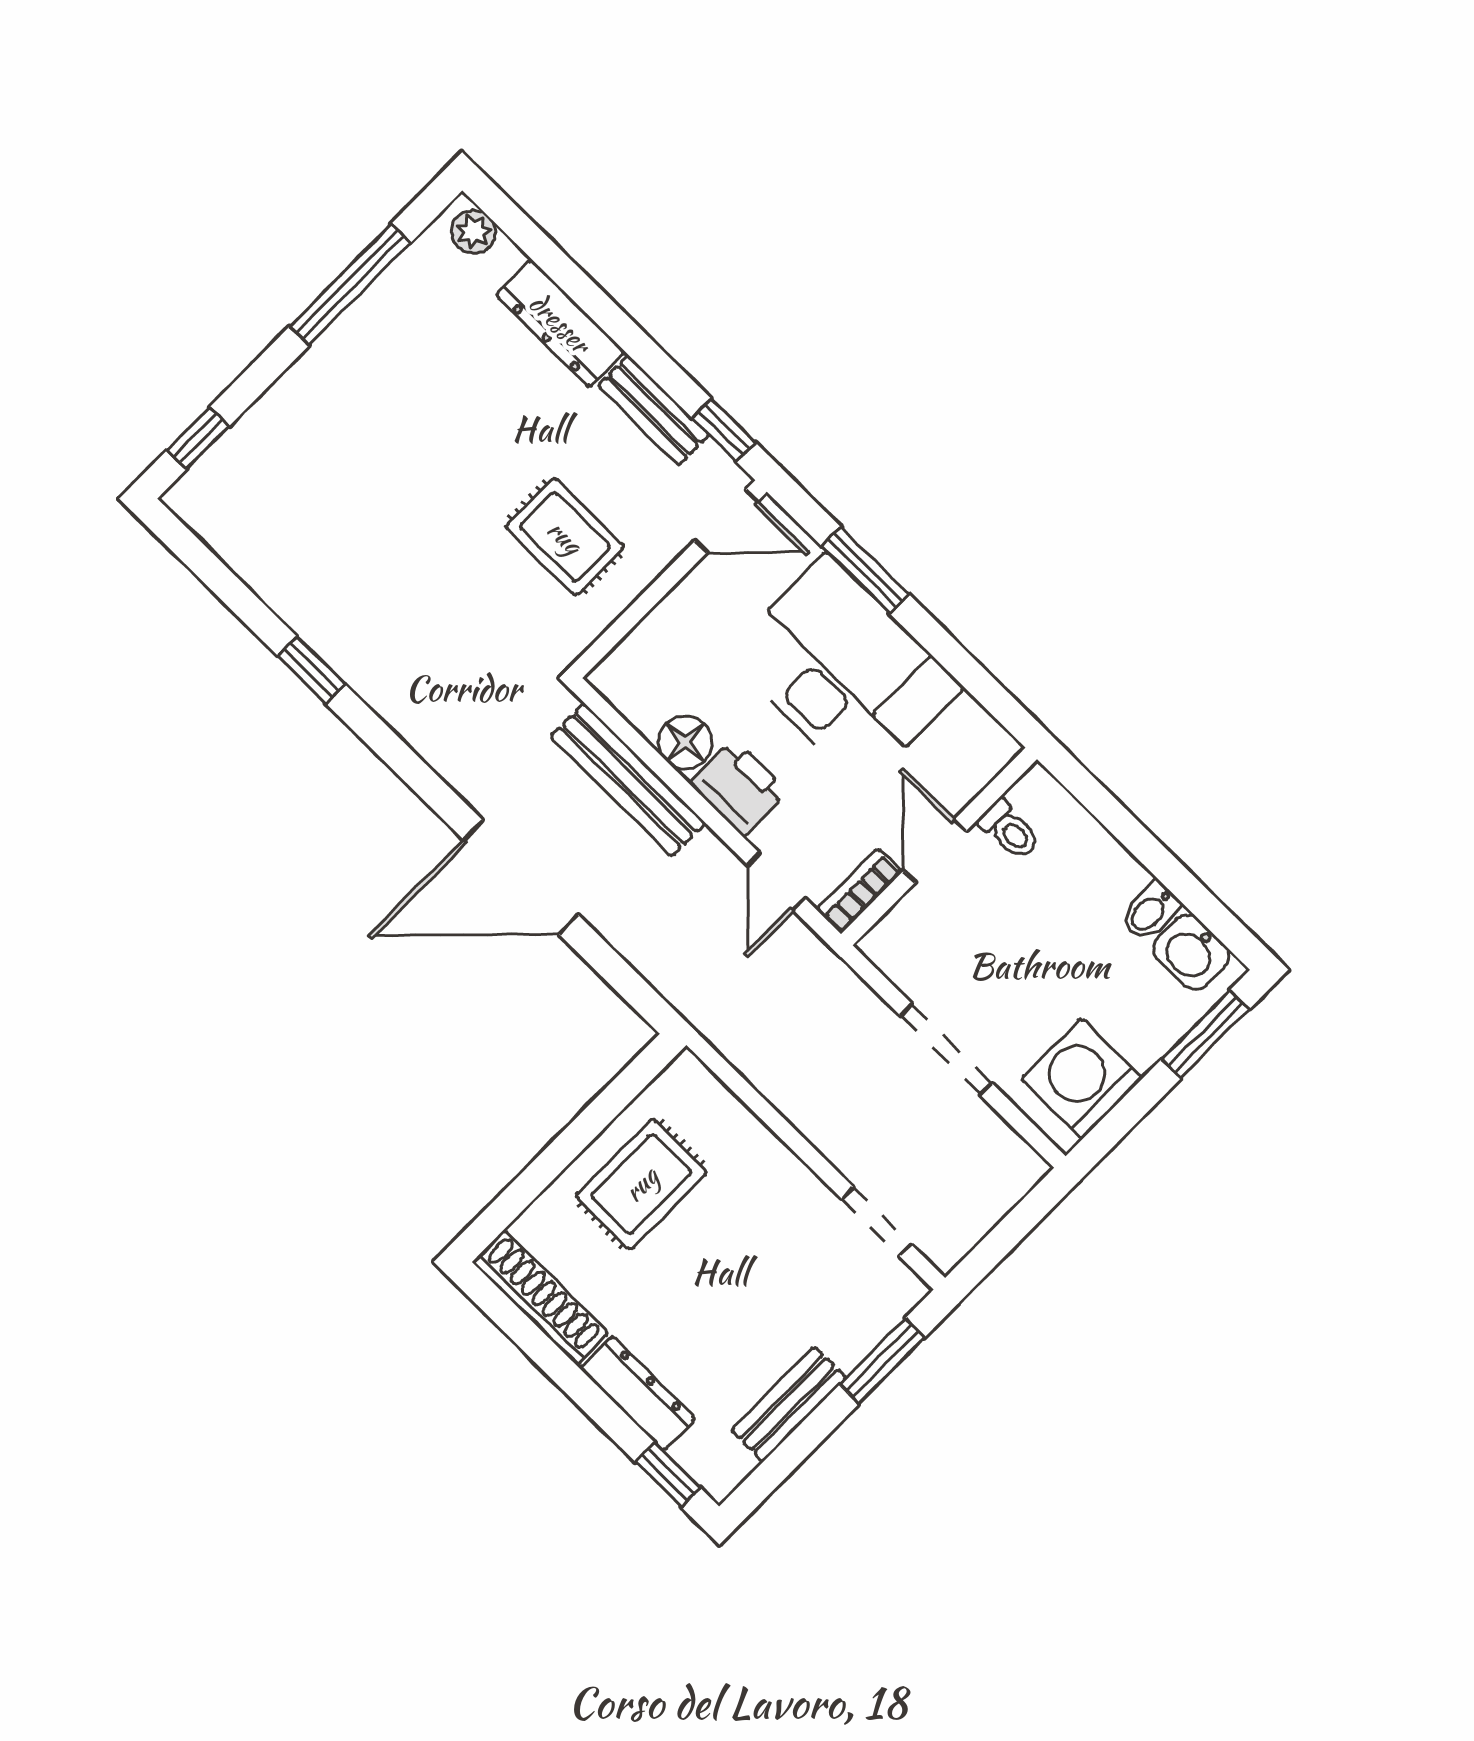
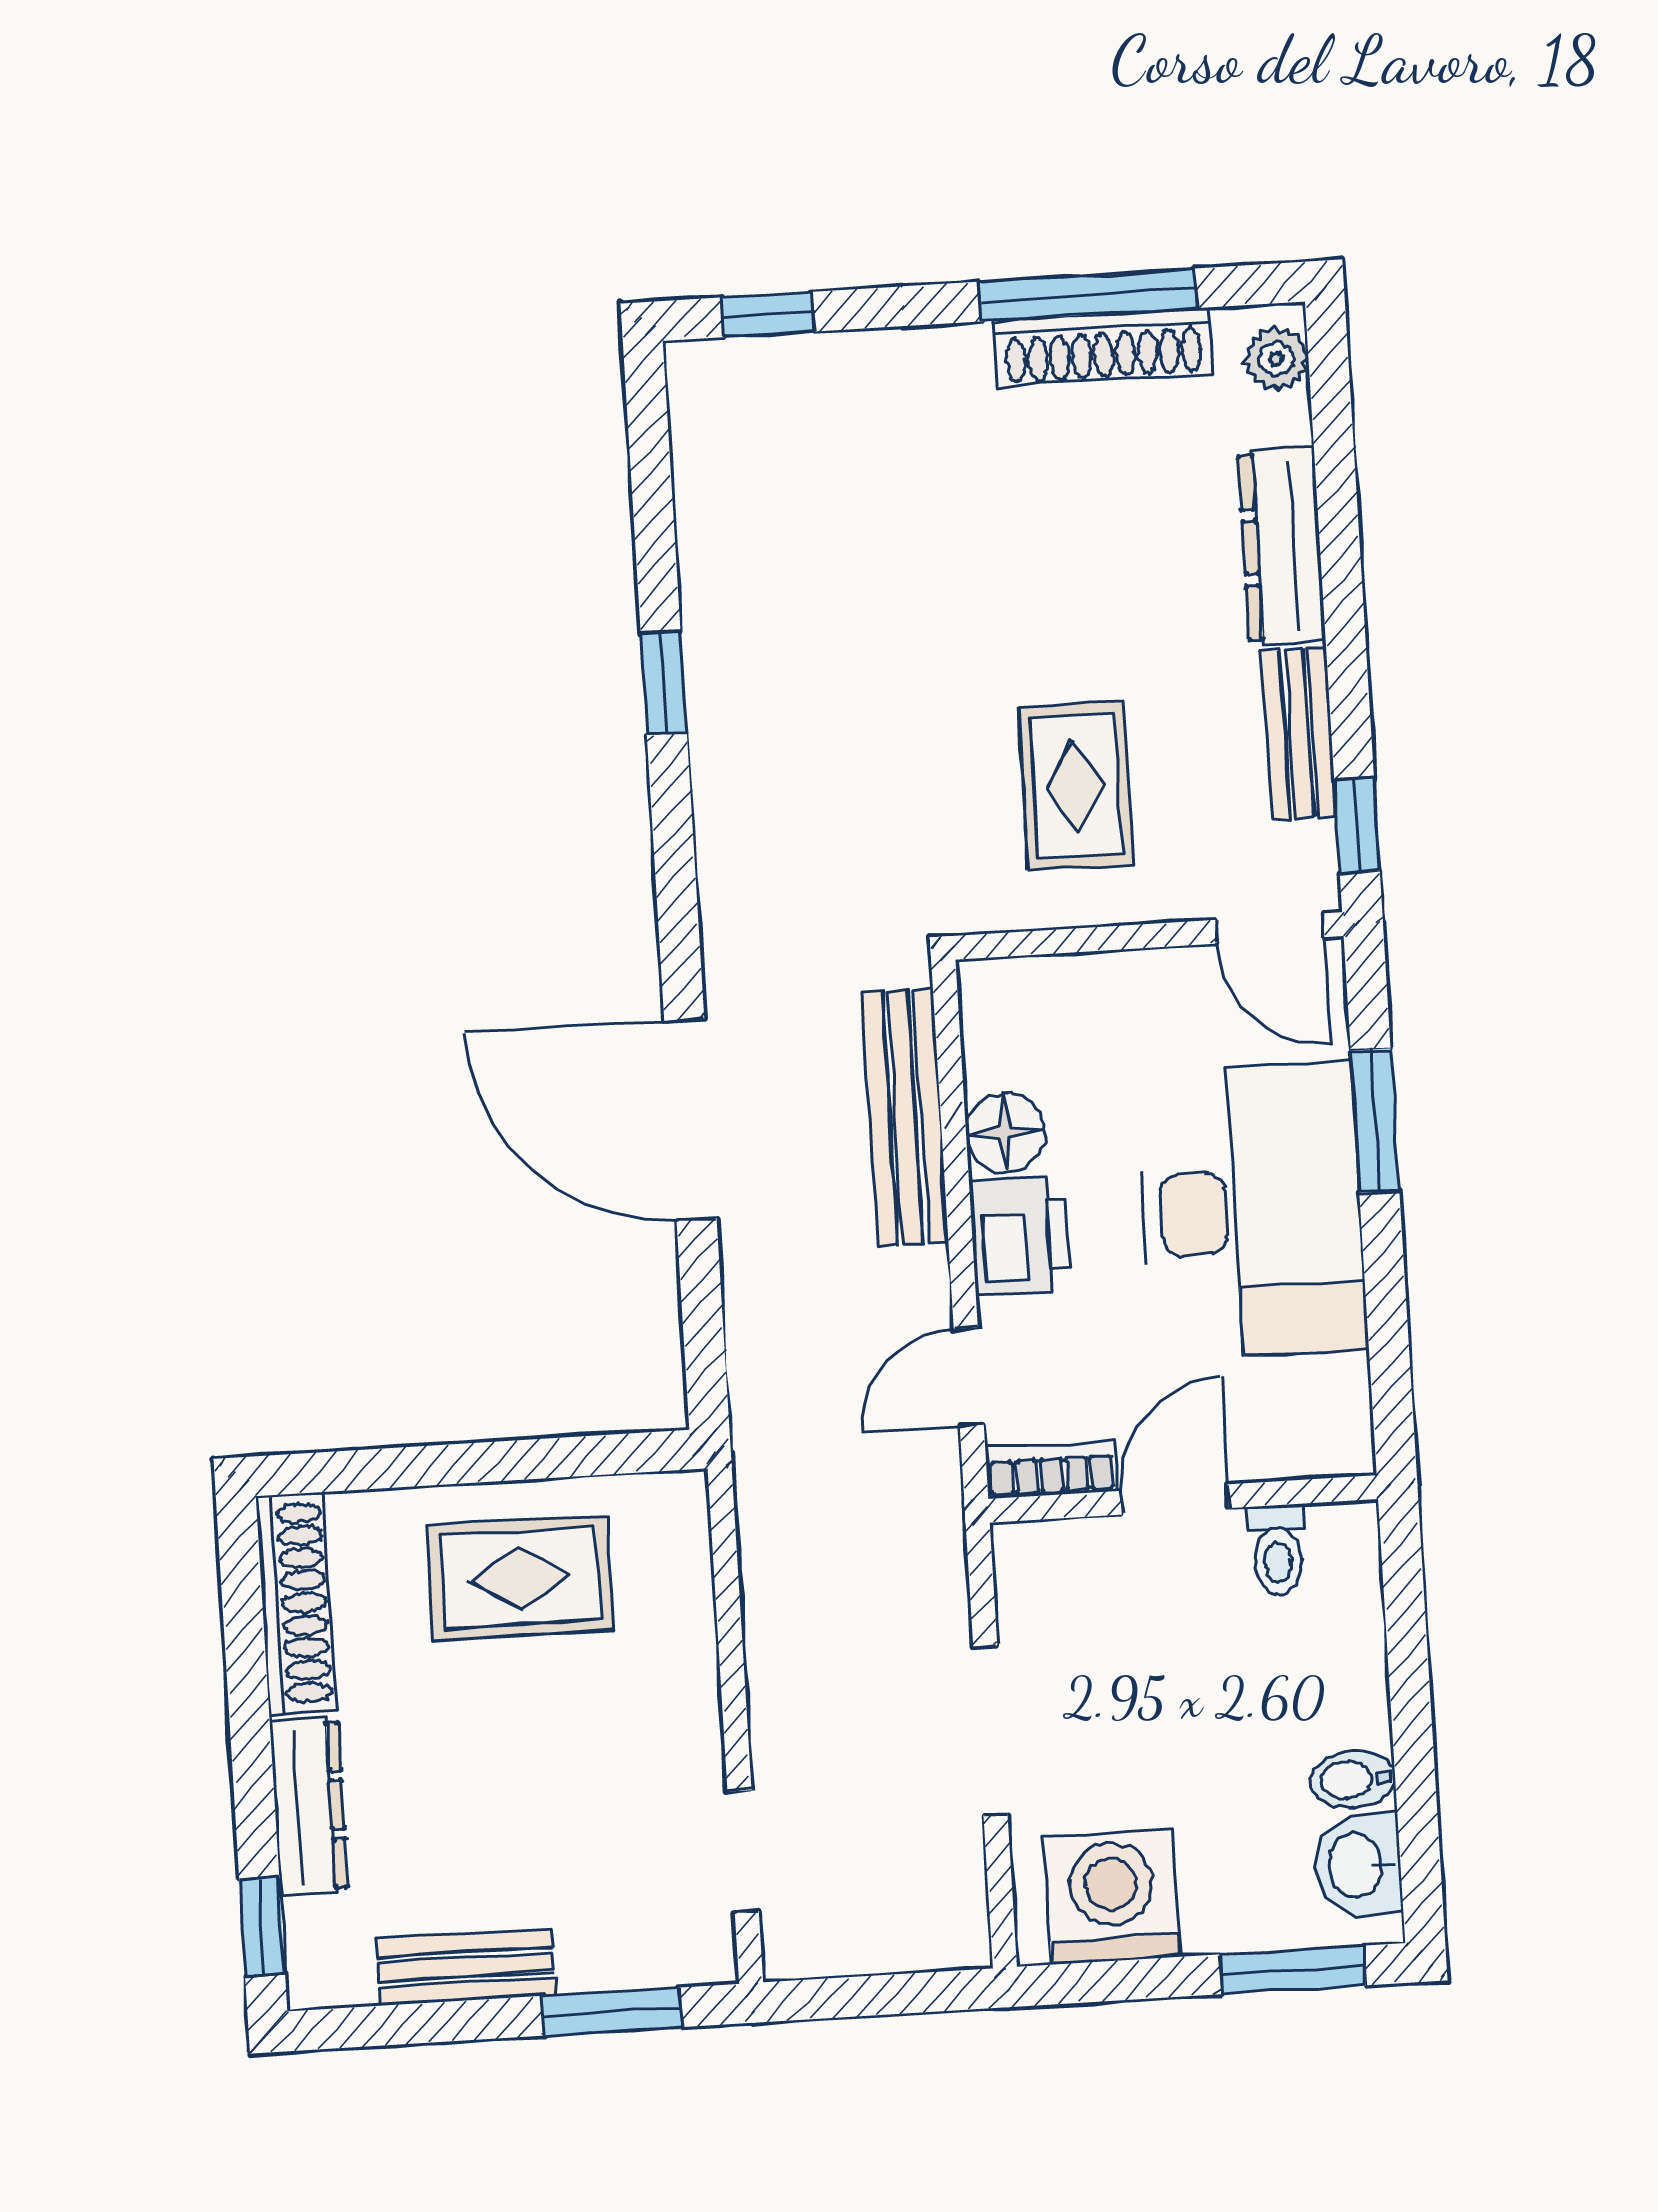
shoe rack: (381, 304) -> (1103, 347), added

